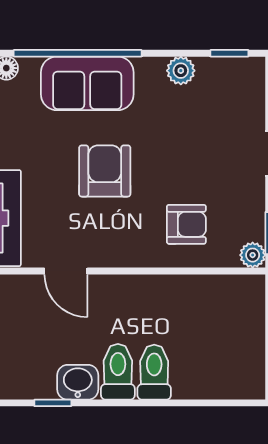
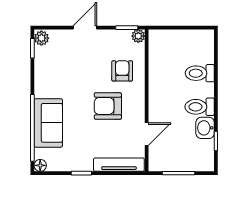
plant: (181, 71) -> (41, 38), moved
armchair: (105, 171) -> (108, 106), moved
toilet: (154, 372) -> (200, 73), moved

